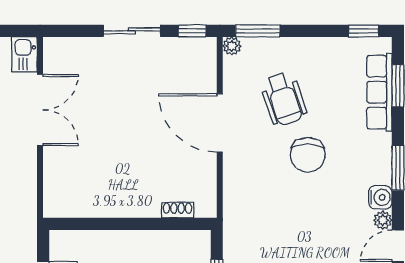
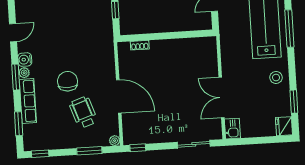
sliding door: (132, 31) -> (194, 144), moved
window: (258, 31) -> (89, 151), moved
row of seats: (379, 92) -> (28, 101), moved
plant: (383, 220) -> (24, 73), moved

